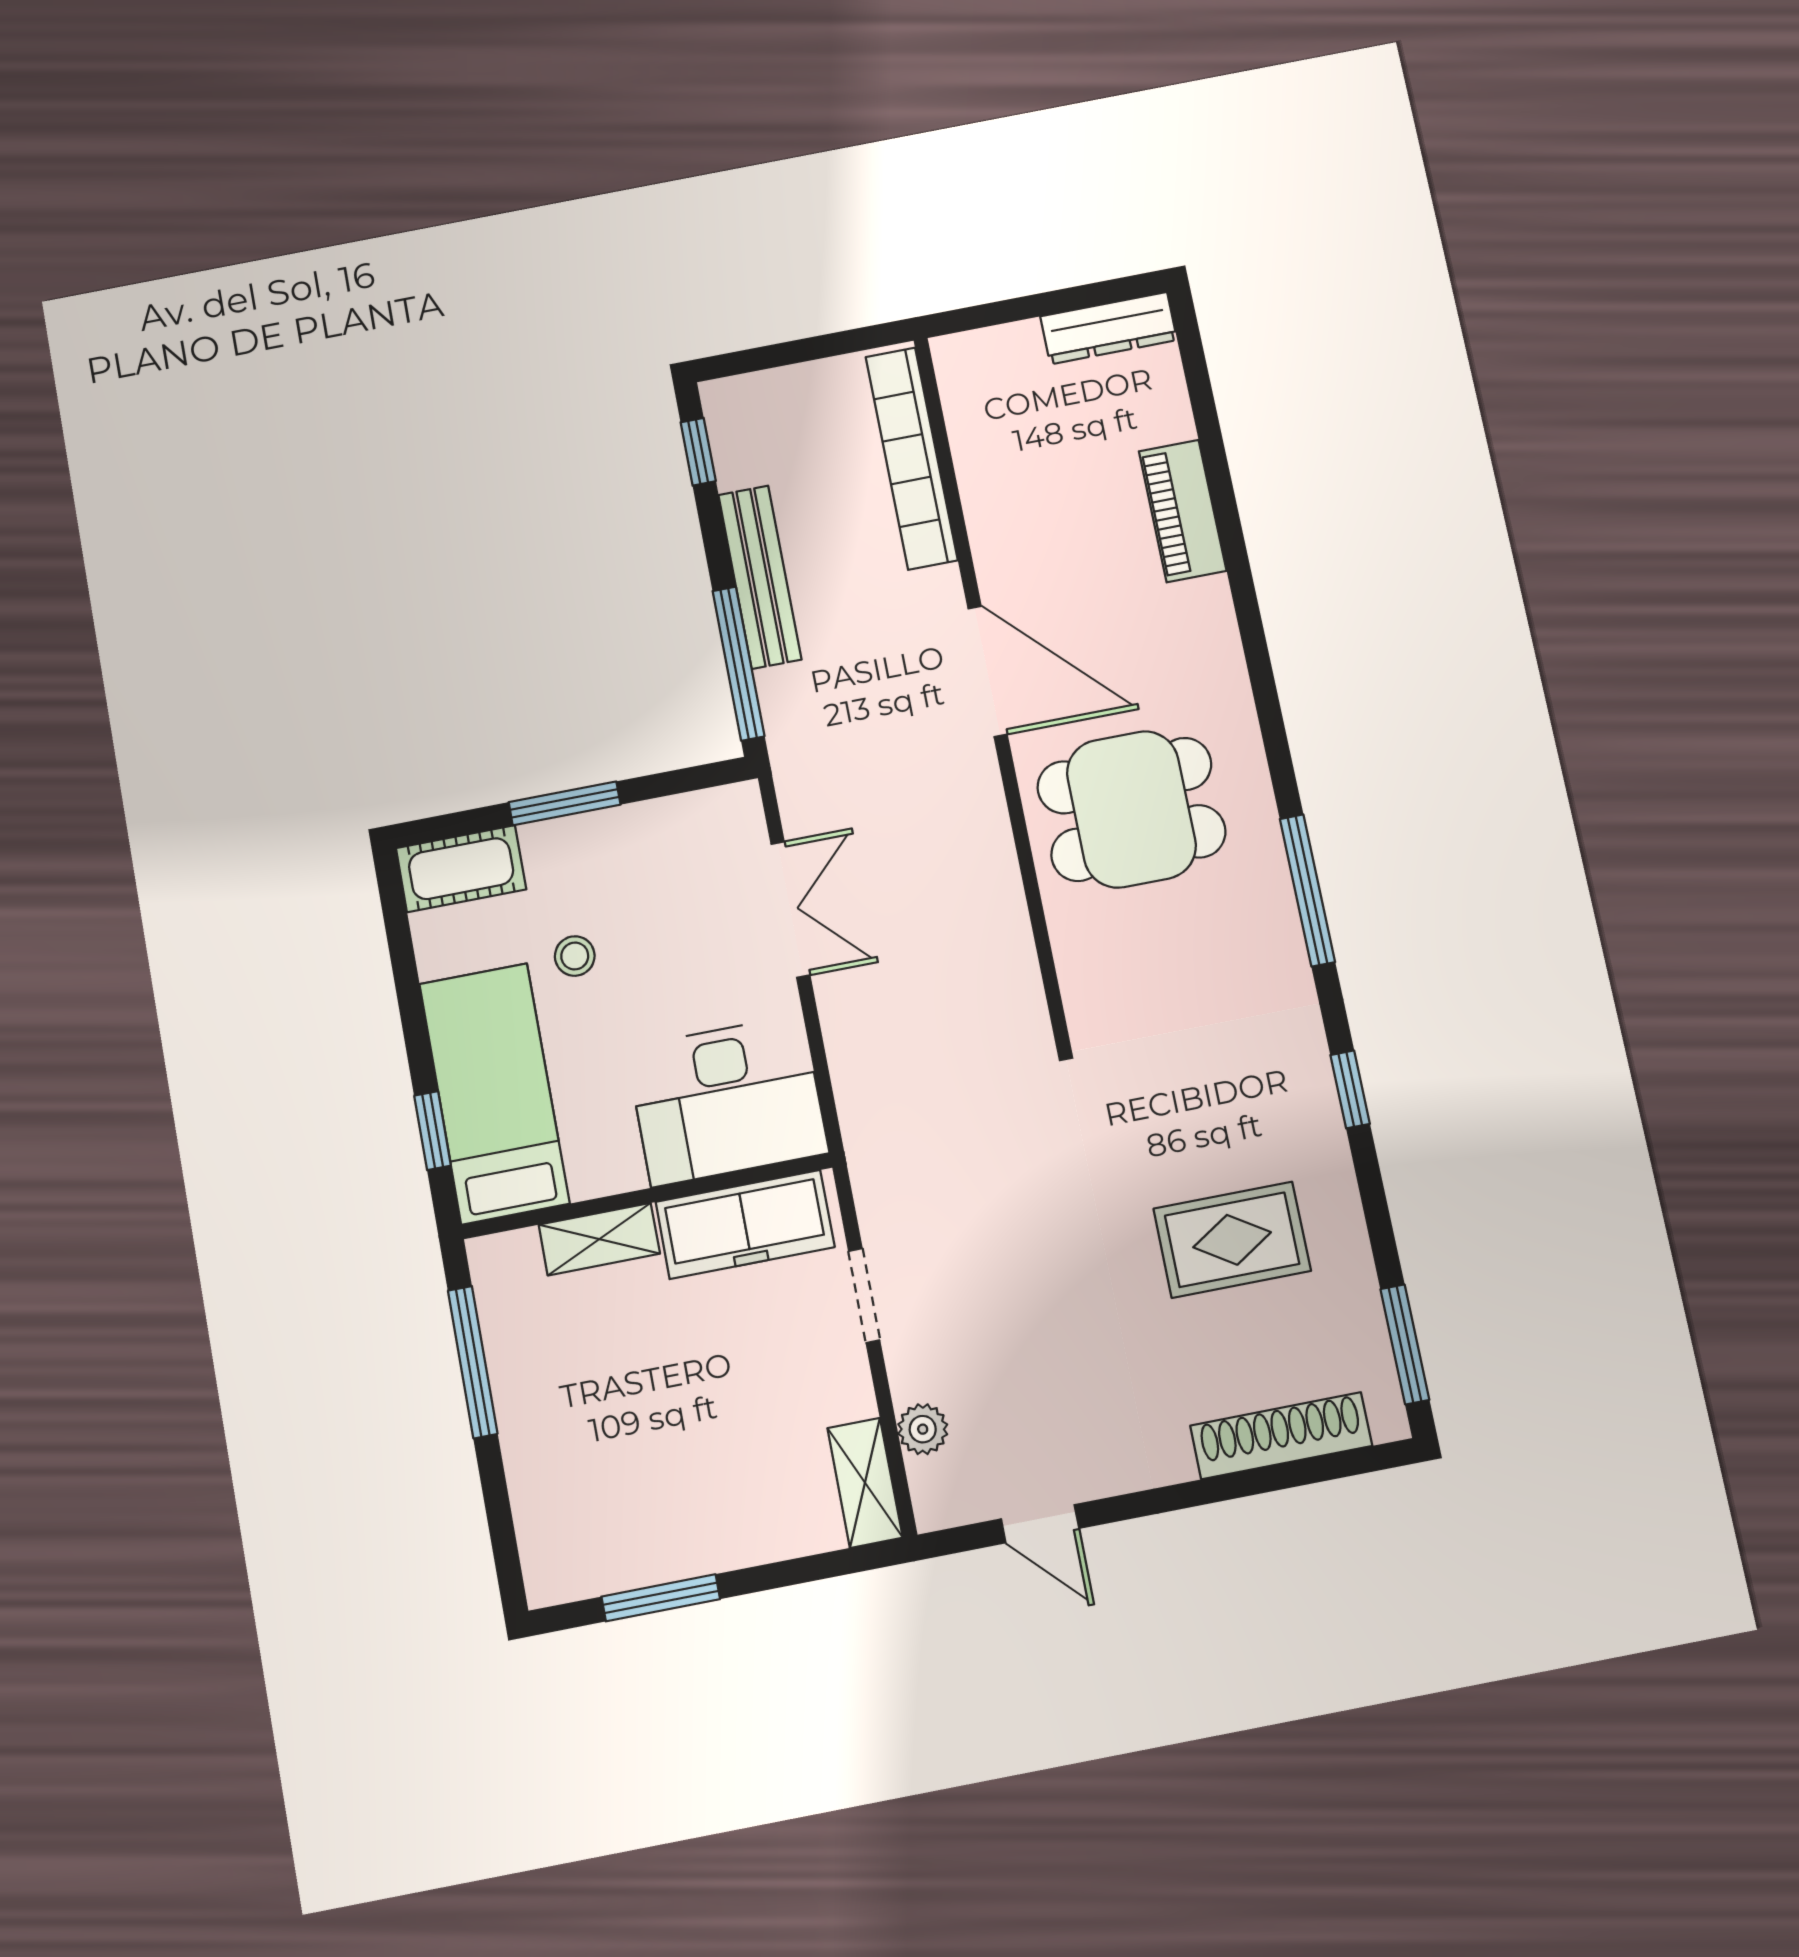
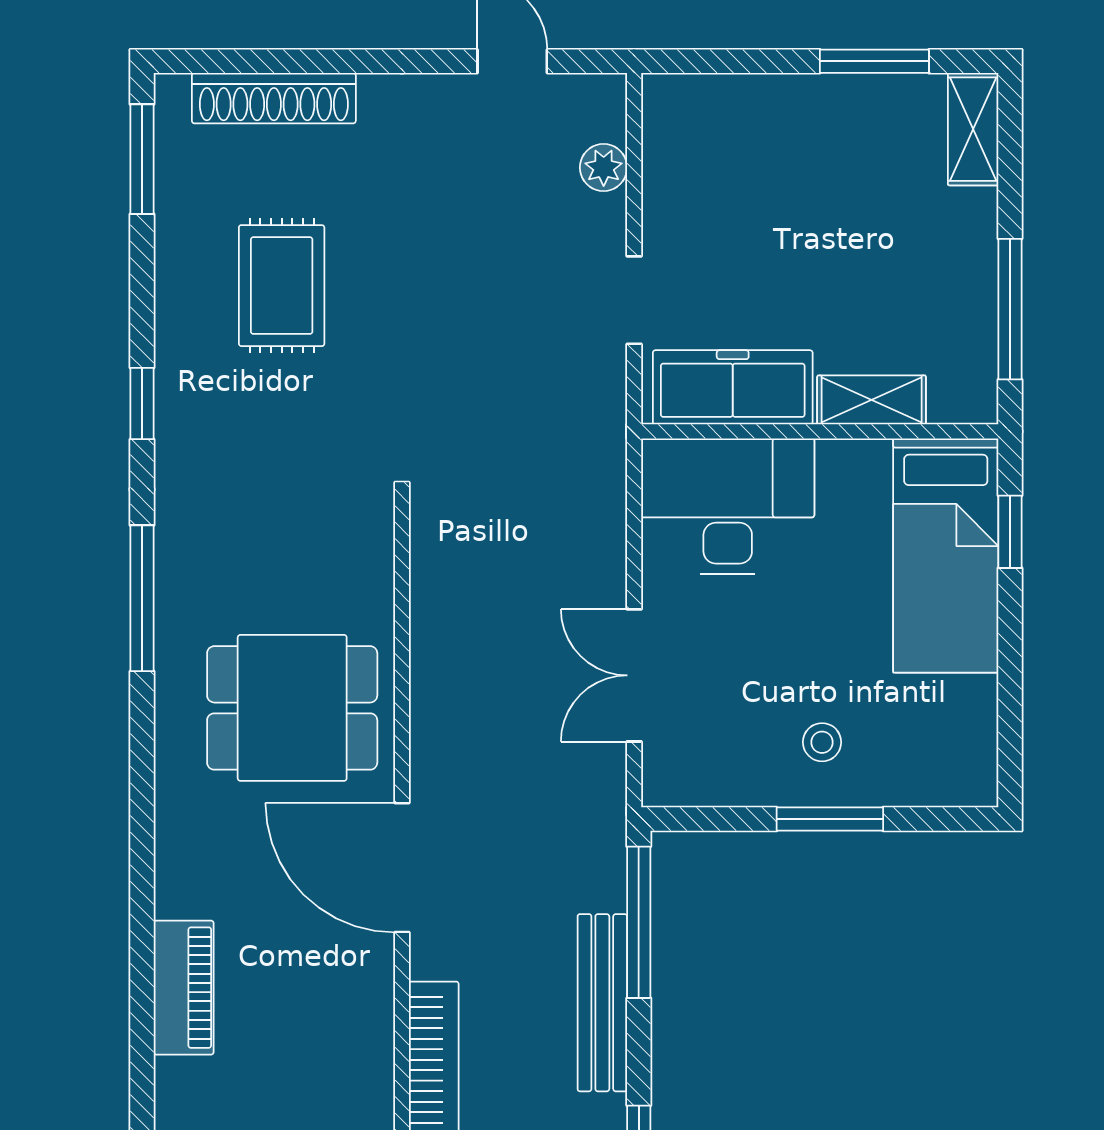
cot: (461, 869) -> (940, 775), removed
stool: (575, 956) -> (822, 742), moved
rug: (1232, 1240) -> (282, 286), turned 90
shelving: (865, 1483) -> (973, 129), moved

